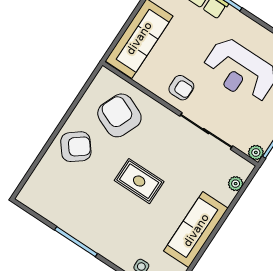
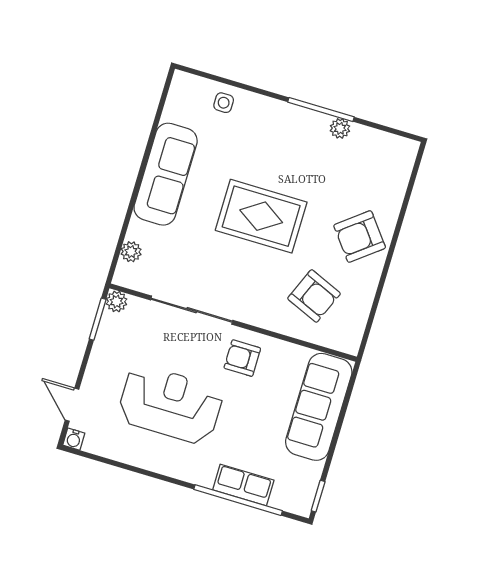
armchair: (119, 115) -> (314, 296), width x0.73, depth x0.73
rug: (139, 181) -> (261, 216), width x1.36, depth x1.43
plant: (67, 225) -> (340, 128), added

